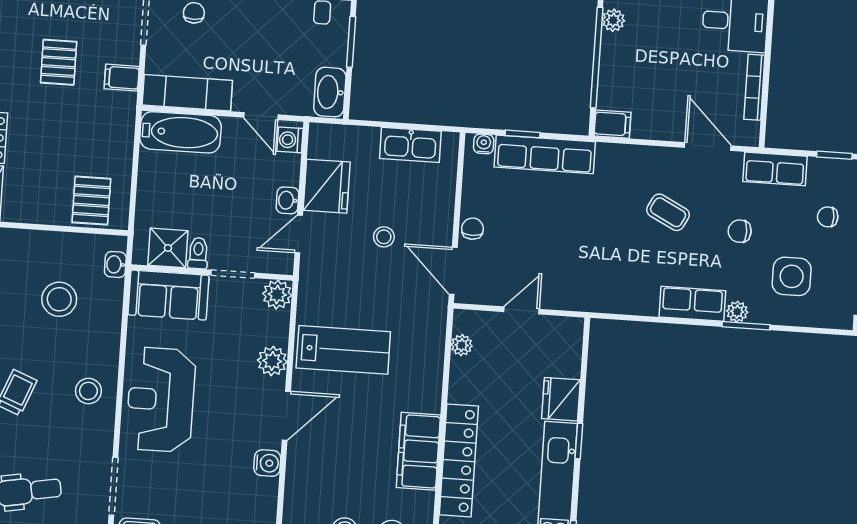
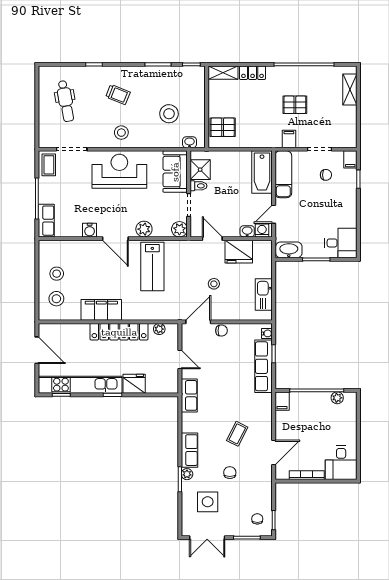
row of seats: (775, 169) -> (189, 395), moved, turned 180
washbasin: (287, 200) -> (247, 231), moved
chair: (828, 217) -> (257, 519), moved
locker: (459, 460) -> (119, 332), moved

